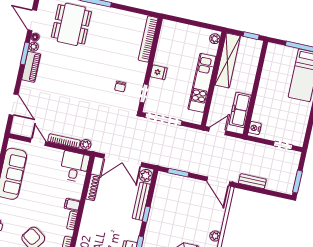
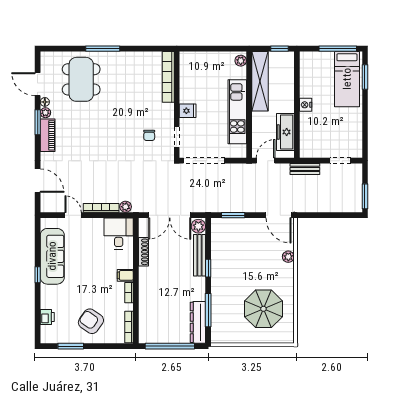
nightstand: (255, 128) -> (306, 105), moved
bench: (252, 181) -> (305, 169), moved
plant: (215, 236) -> (288, 257), moved

